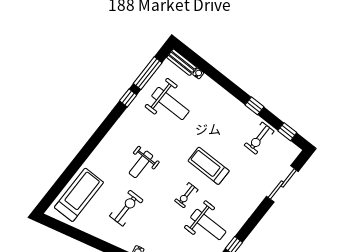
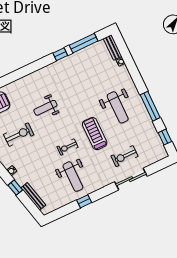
weight bench: (170, 103) -> (118, 107), moved
window: (254, 106) -> (150, 106), width x2.17
exercise bike: (259, 138) -> (125, 156), moved
sliding door: (282, 184) -> (131, 179), moved

